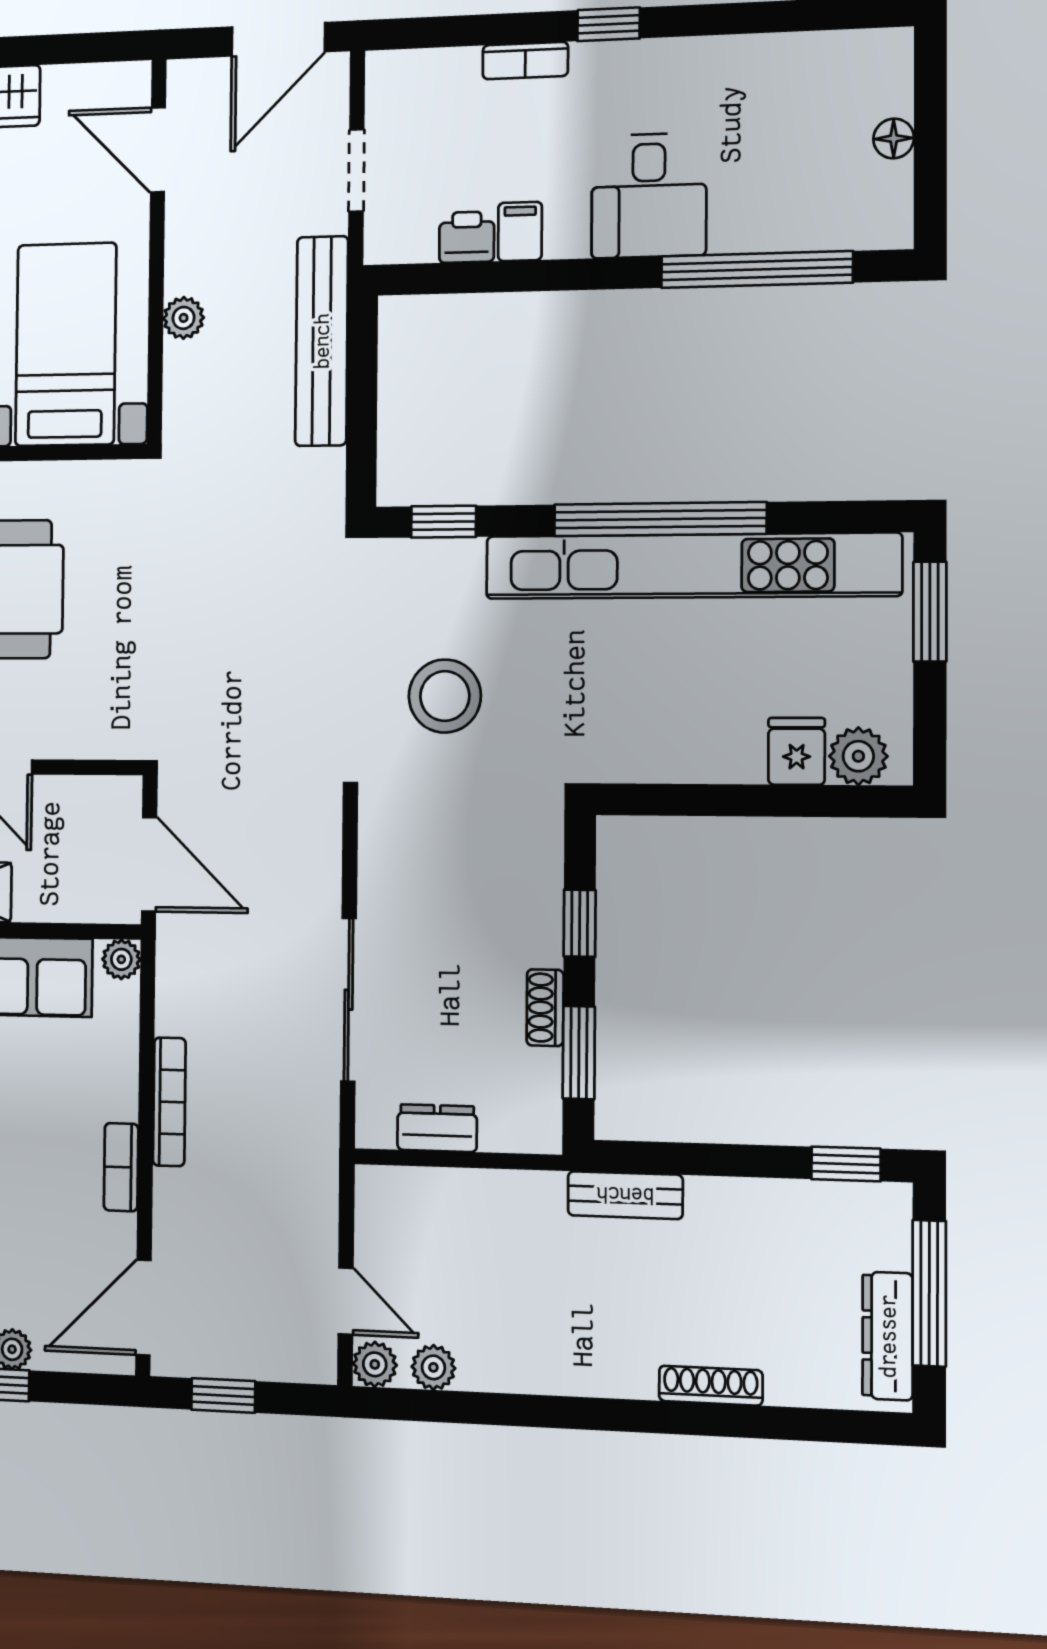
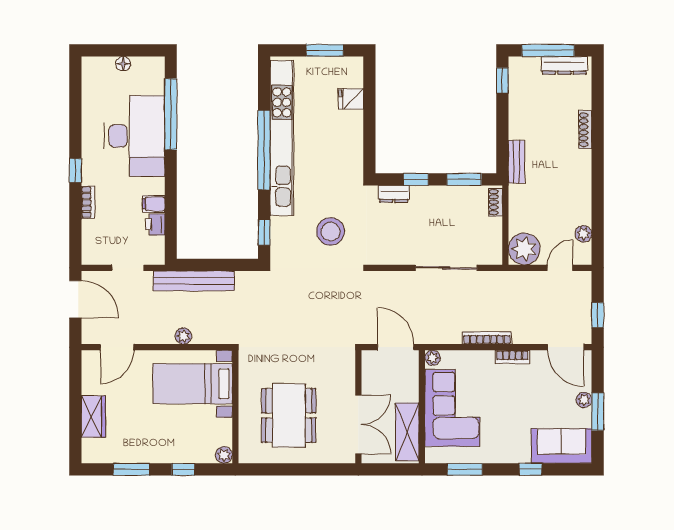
desk: (649, 196) -> (134, 136), width x1.87, depth x1.30
window: (930, 612) -> (325, 50), moved
plant: (858, 756) -> (353, 76), removed
door: (149, 864) -> (396, 347), hinge flipped
shoe rack: (545, 1008) -> (495, 202), moved, turned 90
dresser: (437, 1128) -> (394, 194), moved, turned -90
plant: (375, 1364) -> (524, 249), moved, width x1.87, depth x1.87

